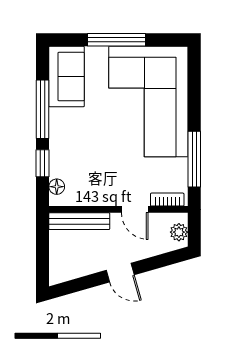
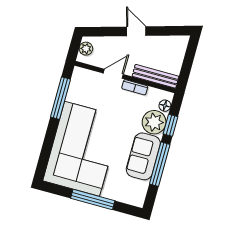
sofa: (67, 76) -> (143, 156), moved
plant: (65, 161) -> (154, 122), added
bookcase: (167, 200) -> (135, 87), moved
door: (135, 209) -> (113, 74), hinge flipped

